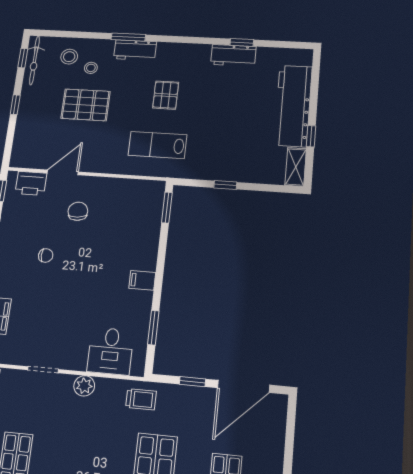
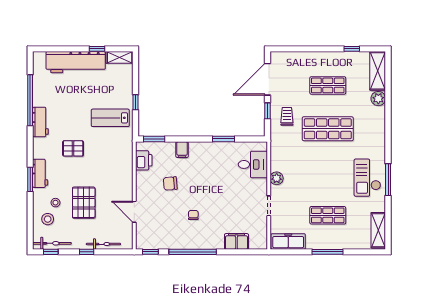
window: (242, 42) -> (30, 100), width x3.17
workbench: (233, 55) -> (40, 122), moved
bicycle: (23, 128) -> (103, 244), added
lab bench: (158, 145) -> (110, 118), moved, turned 90
printer: (31, 183) -> (144, 160), moved
chair: (78, 211) -> (170, 183), moved
filing cabinet: (142, 280) -> (182, 150), moved
window: (153, 328) -> (223, 139), moved
door: (243, 386) -> (267, 79), swing flipped
trolley: (141, 399) -> (287, 116), moved

